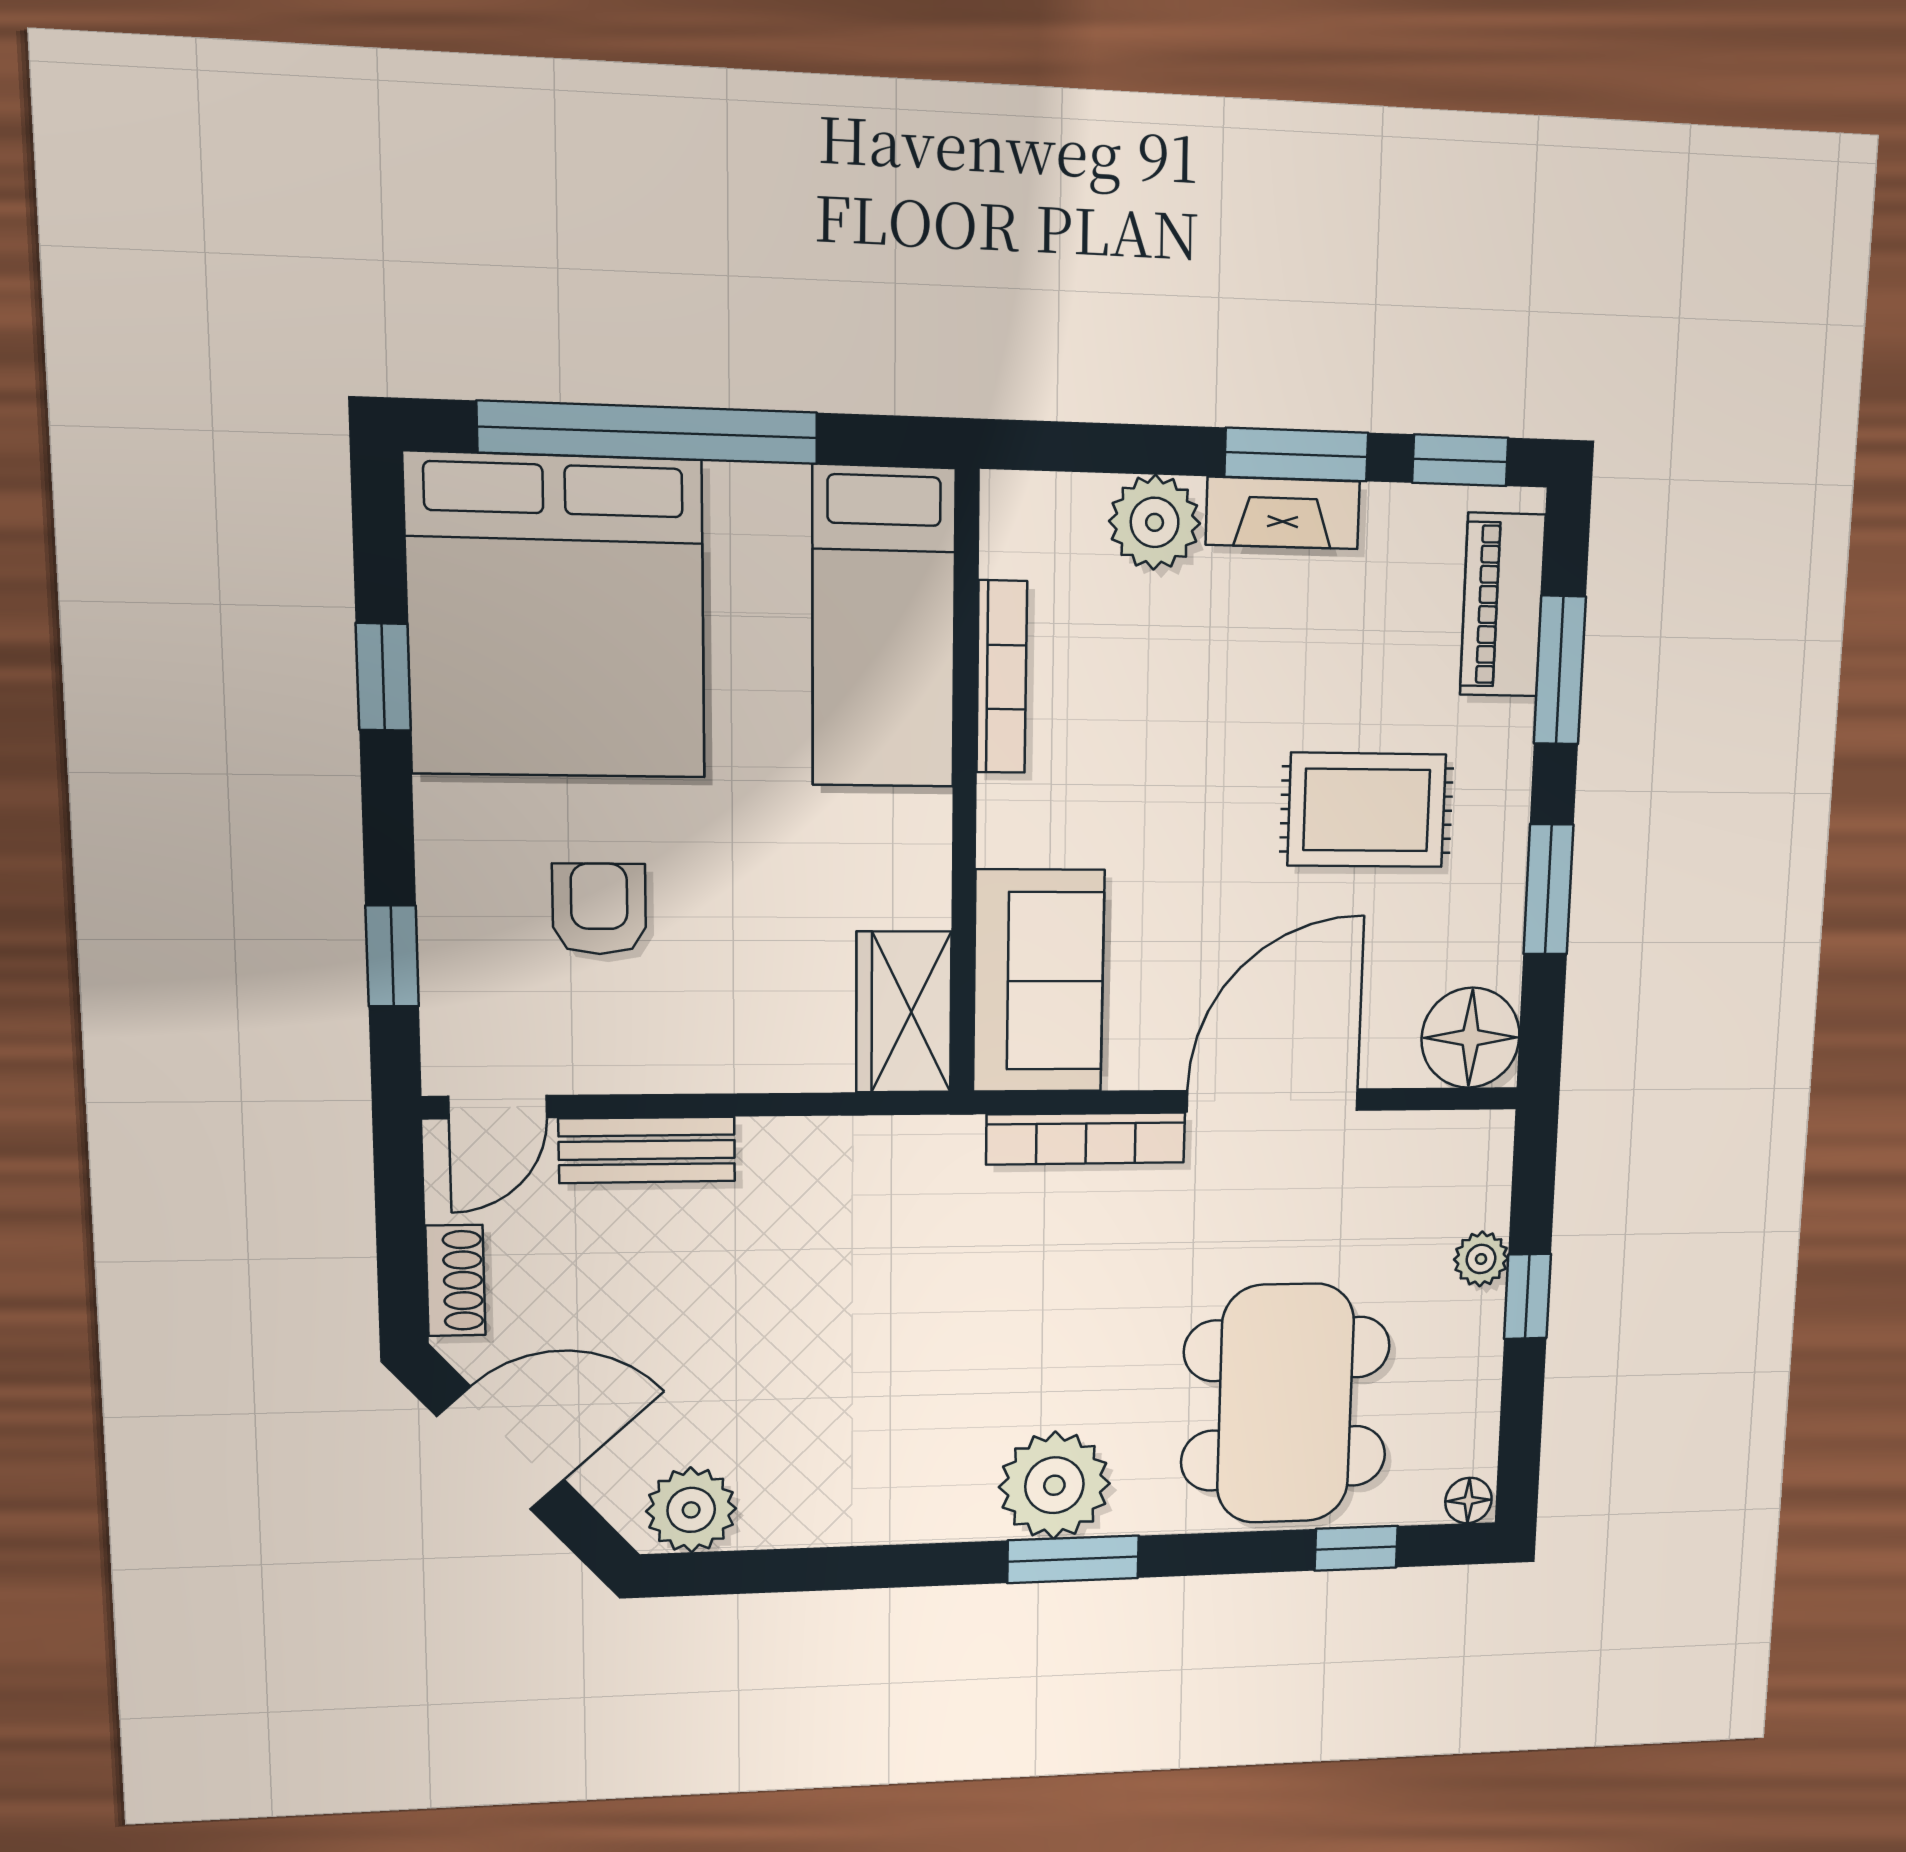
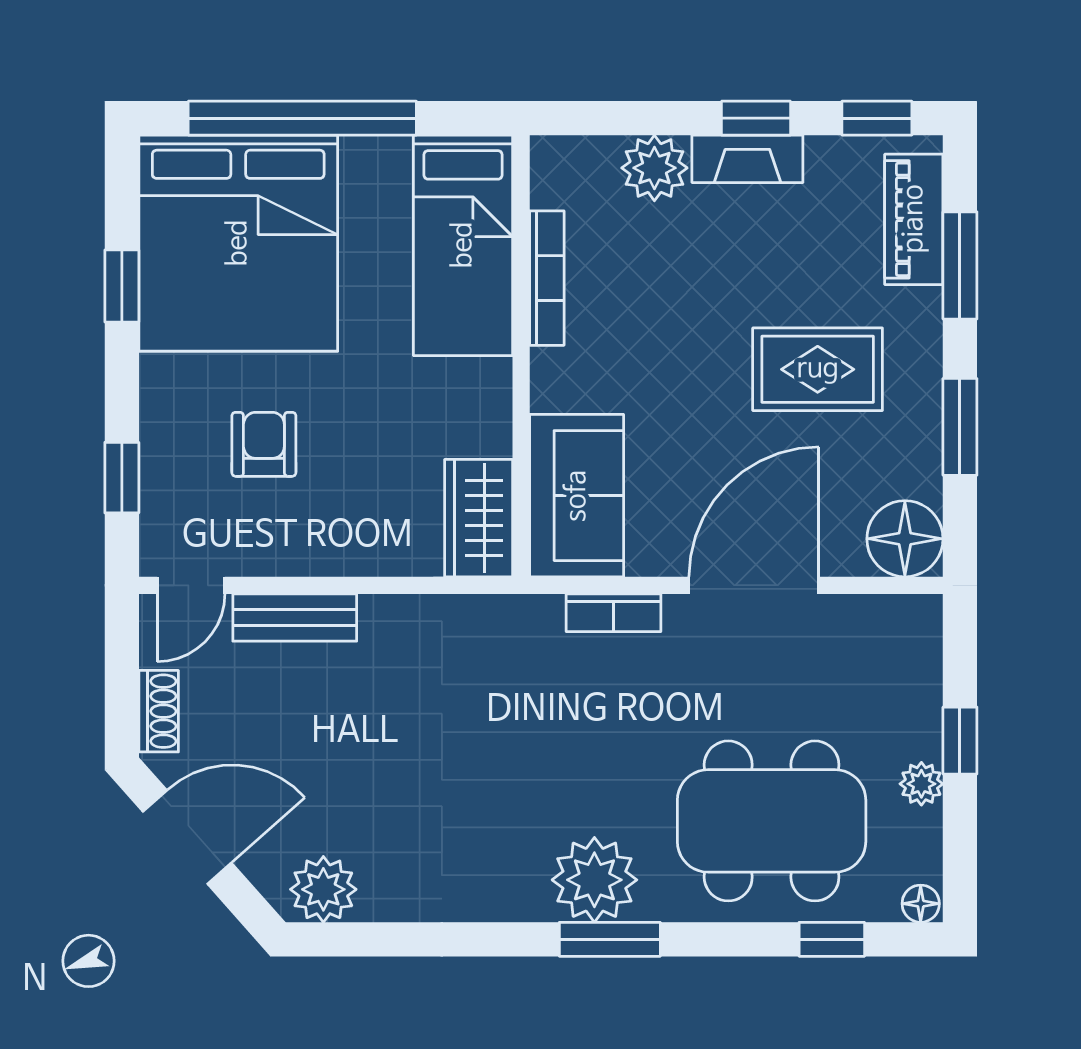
window: (1296, 455) -> (756, 118), width x0.67
bookcase: (1086, 1139) -> (614, 613), width x0.64
plant: (1481, 1259) -> (921, 784), moved
dining table: (1285, 1404) -> (772, 821), turned 90

